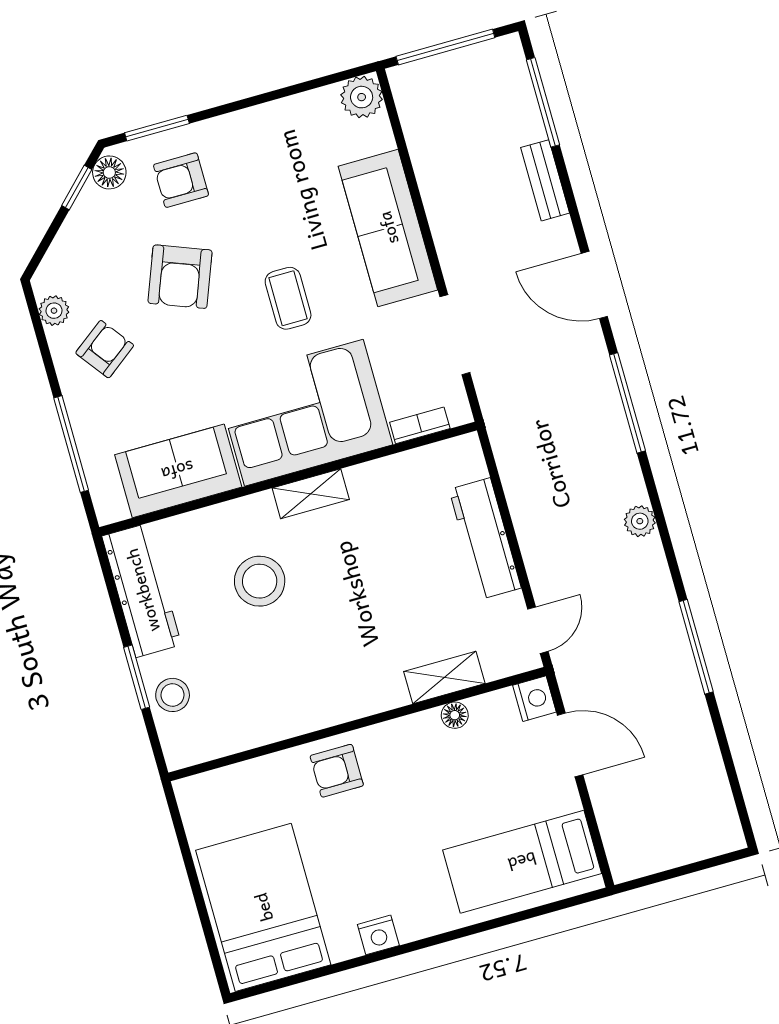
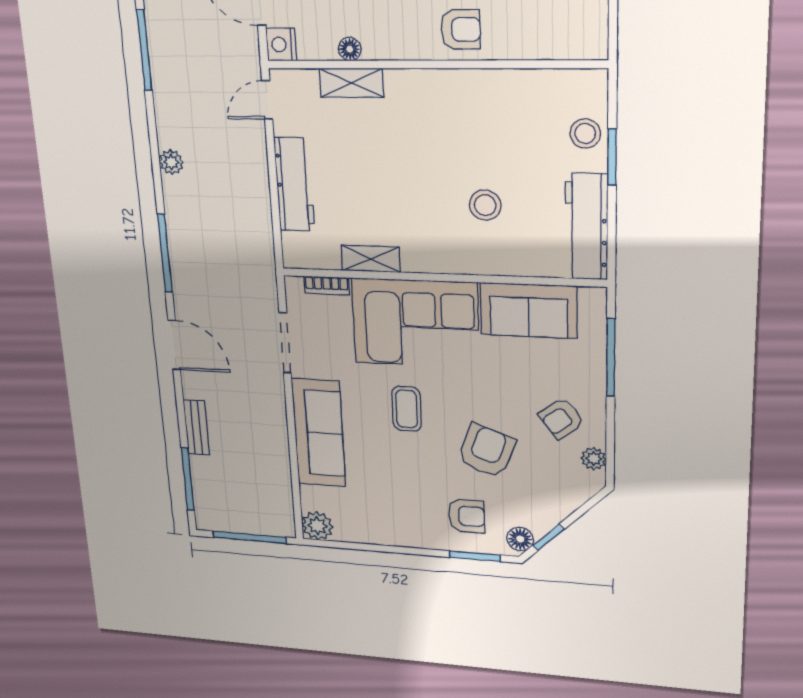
shelving: (311, 494) -> (371, 259), moved
stool: (260, 581) -> (485, 205), width x0.73, depth x0.73

